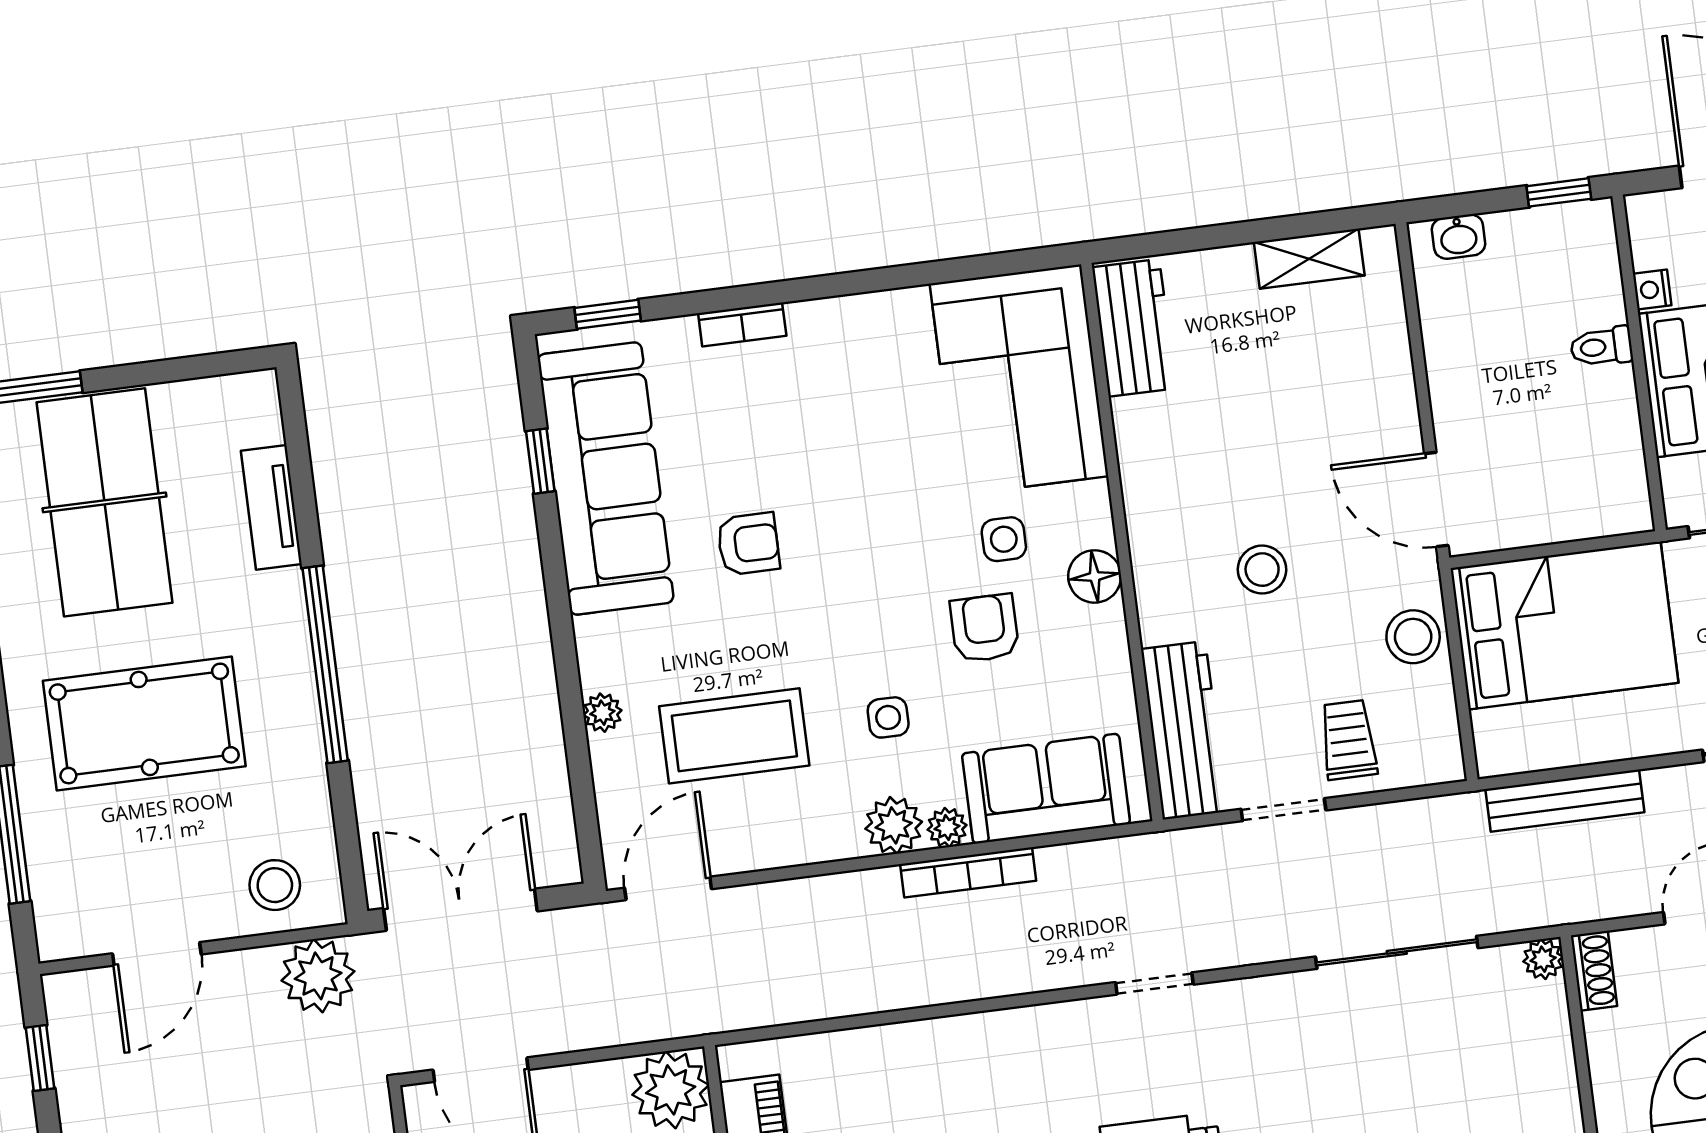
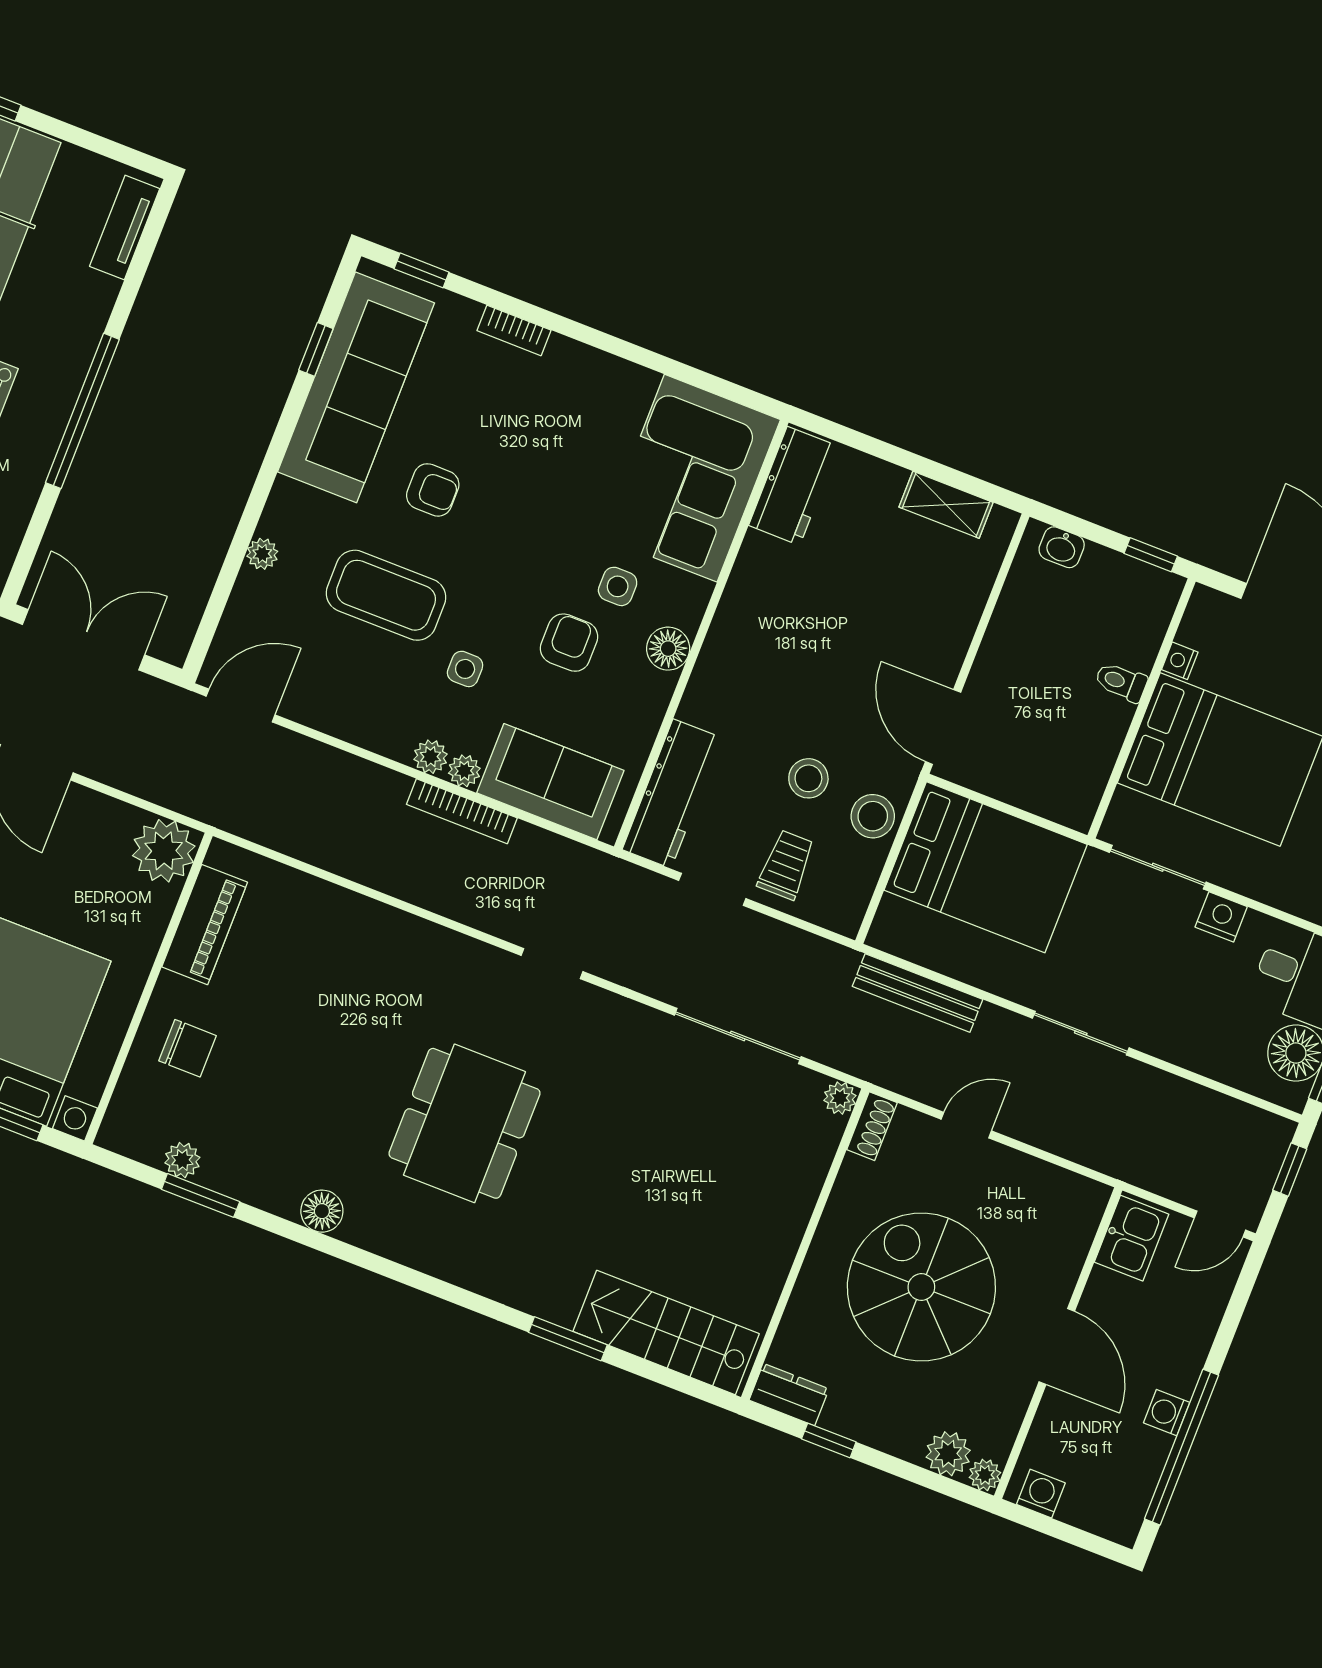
tv unit: (271, 507) -> (125, 228), moved
stool: (1262, 570) -> (808, 778), moved
coffee table: (734, 736) -> (386, 595), moved
plant: (894, 825) -> (431, 757), width x0.73, depth x0.73

